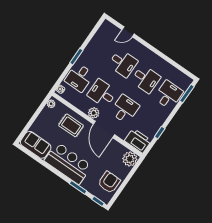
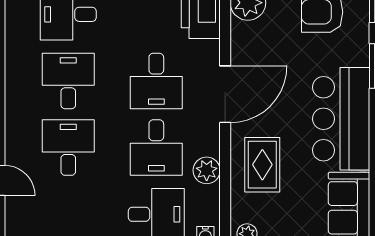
desk: (125, 109) -> (156, 81), turned -90
plant: (94, 113) -> (207, 170), moved

